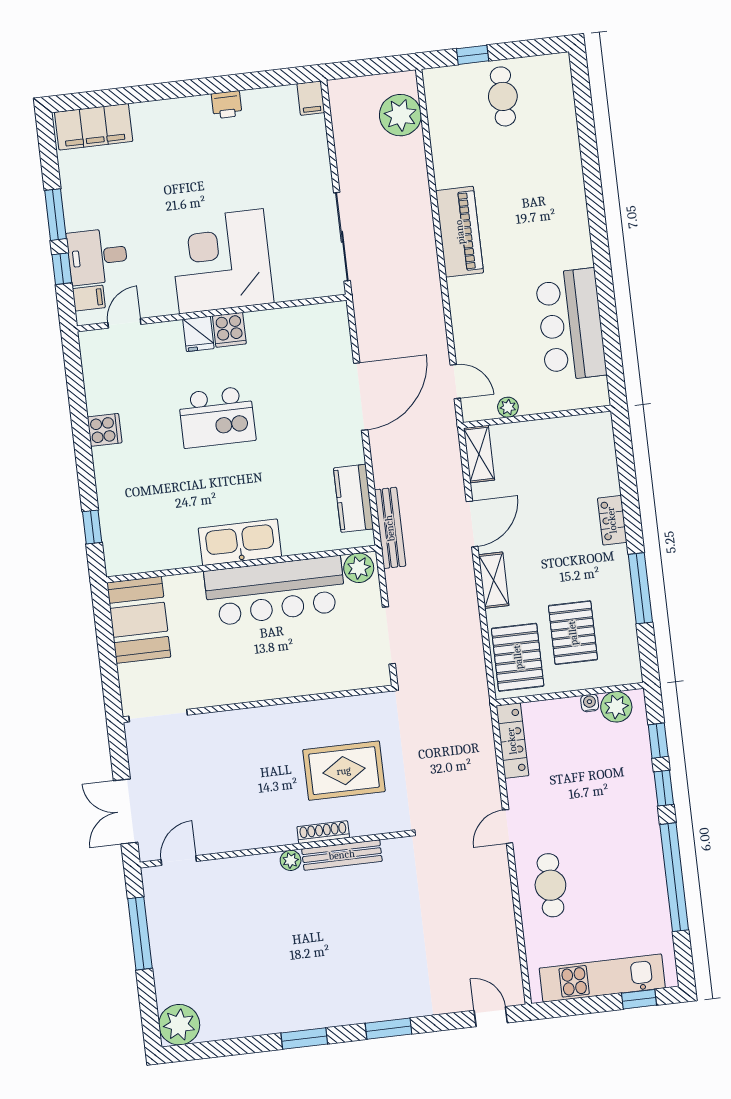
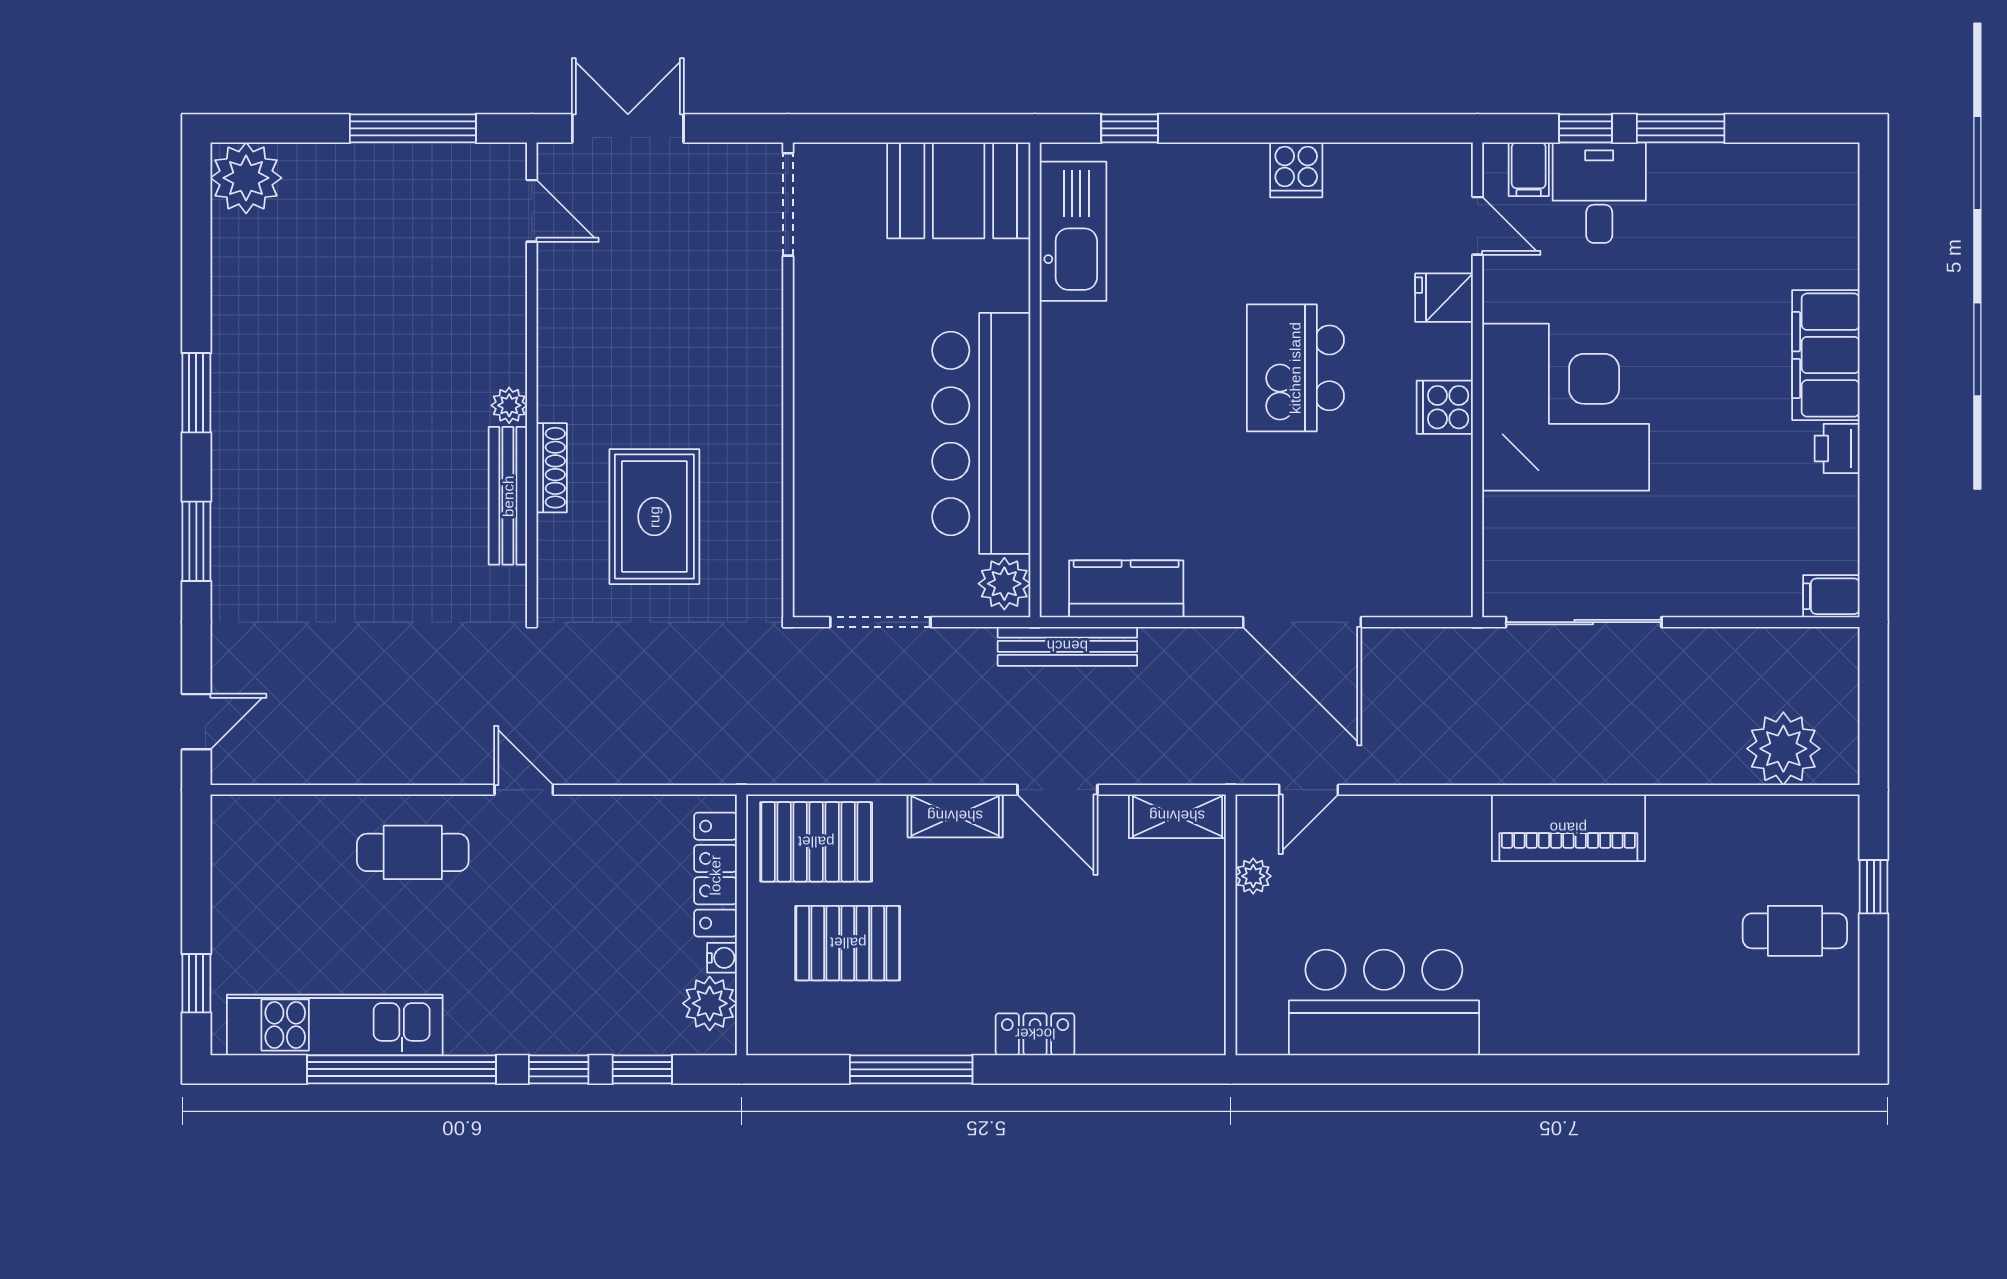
filing cabinet: (94, 127) -> (1826, 355), moved
fridge: (198, 334) -> (1444, 298), moved
kitchen sink: (240, 542) -> (1073, 231), moved
locker: (512, 741) -> (715, 875), moved, turned 90
kitchen unit: (602, 978) -> (335, 1025), moved, turned -90

